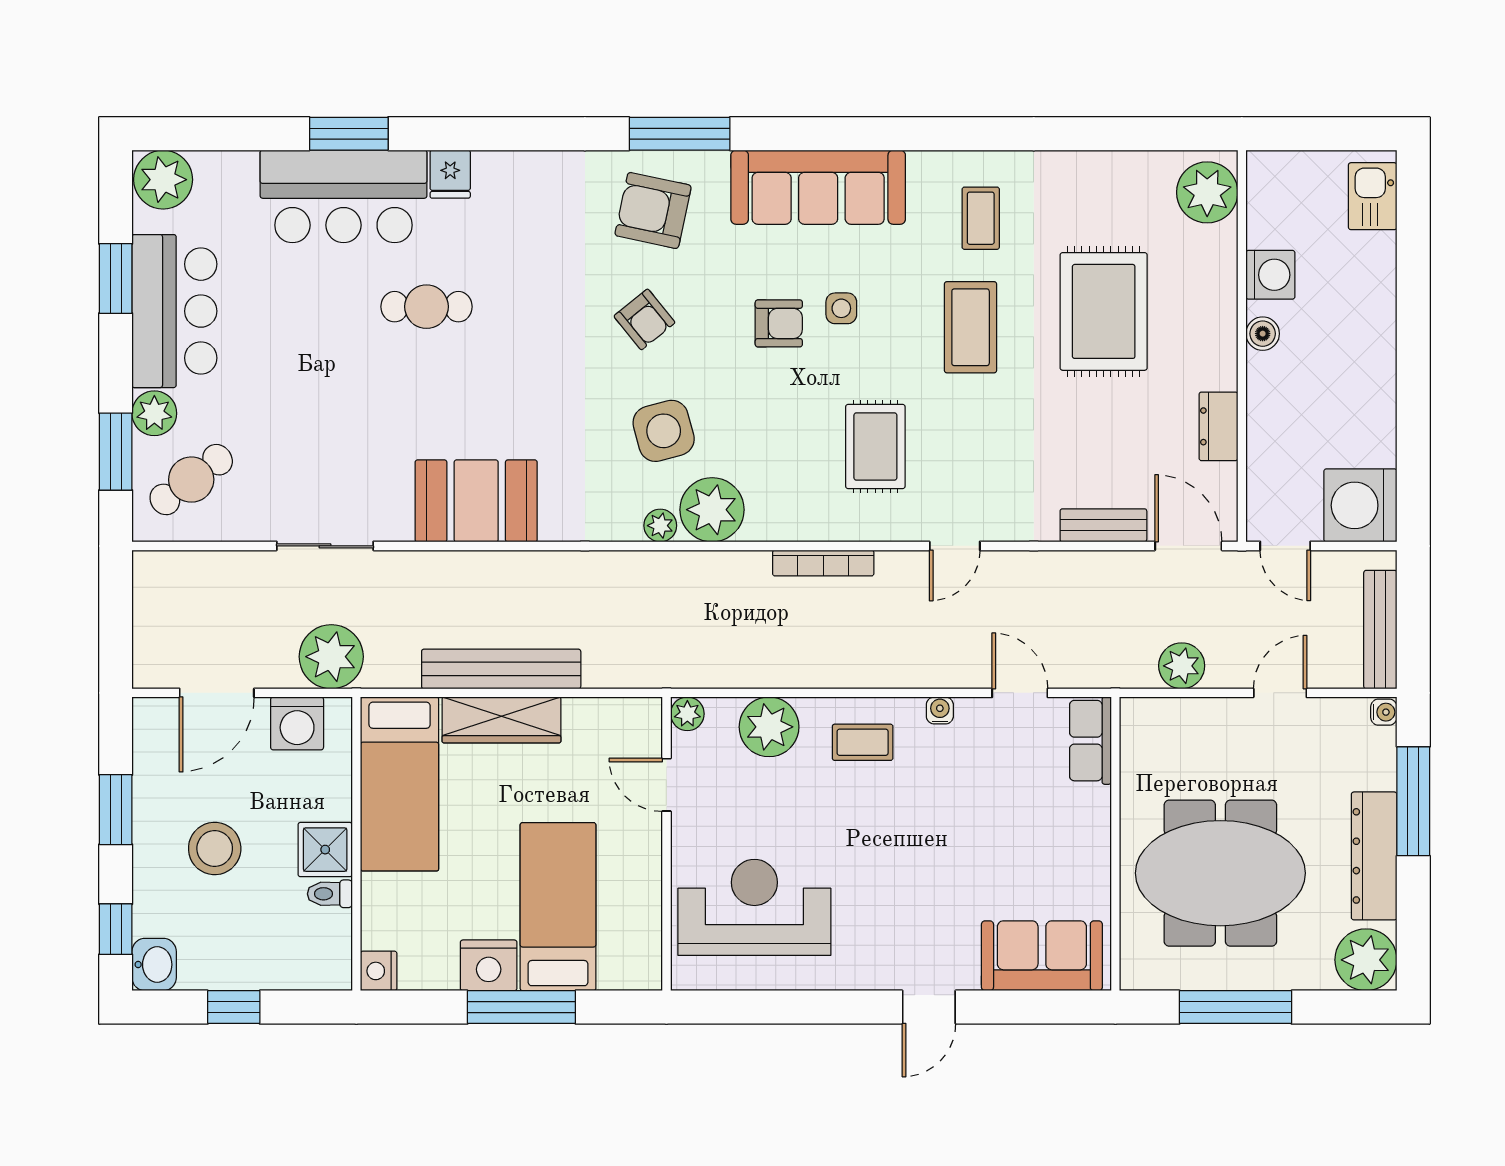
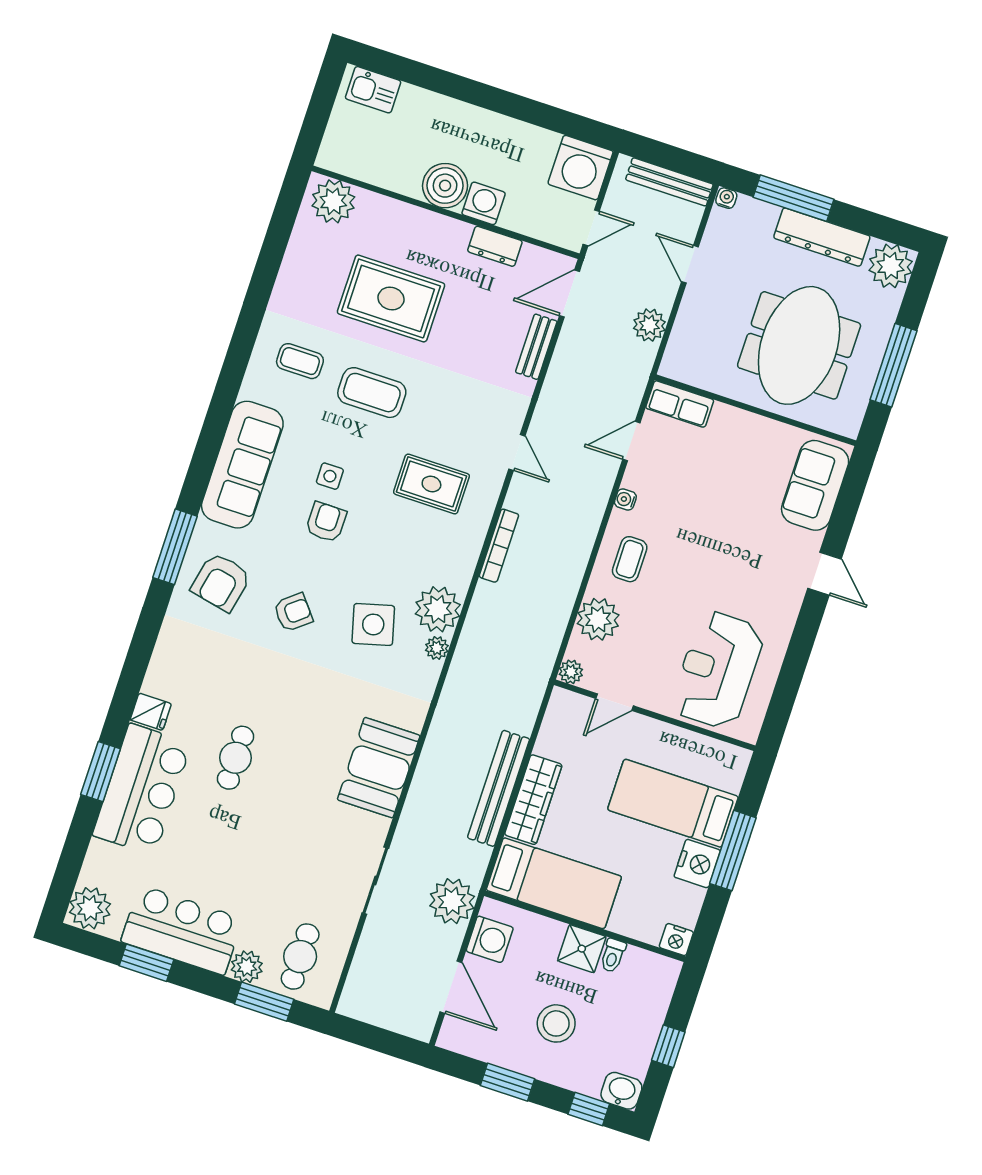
washing machine: (1270, 275) -> (484, 203), moved
boiler: (1263, 334) -> (445, 186), width x1.86, depth x1.86
cafe table: (191, 480) -> (300, 957), turned 37

